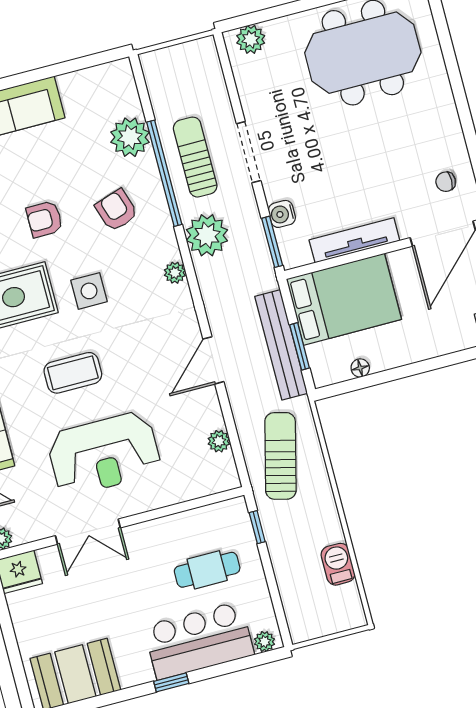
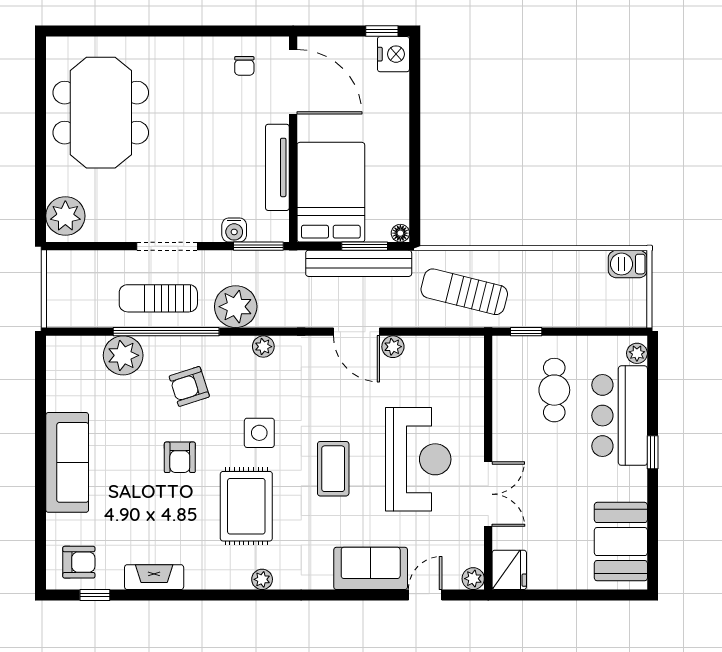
plant: (251, 39) -> (65, 216), width x1.36, depth x1.36
floor lamp: (360, 368) -> (400, 233), moved
plant: (219, 441) -> (393, 347), moved
barbecue: (338, 564) -> (628, 264), moved

